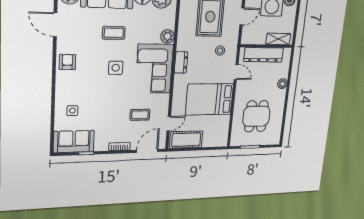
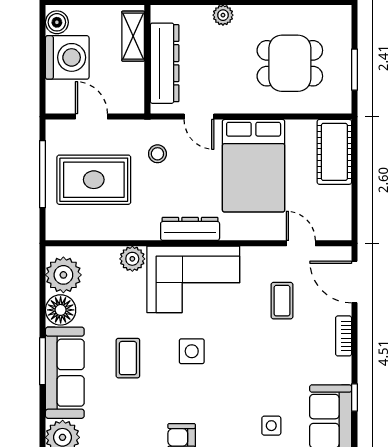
dresser: (181, 62) -> (190, 229), width x1.44
door: (236, 72) -> (199, 117), swing flipped
cot: (186, 140) -> (334, 152), moved

